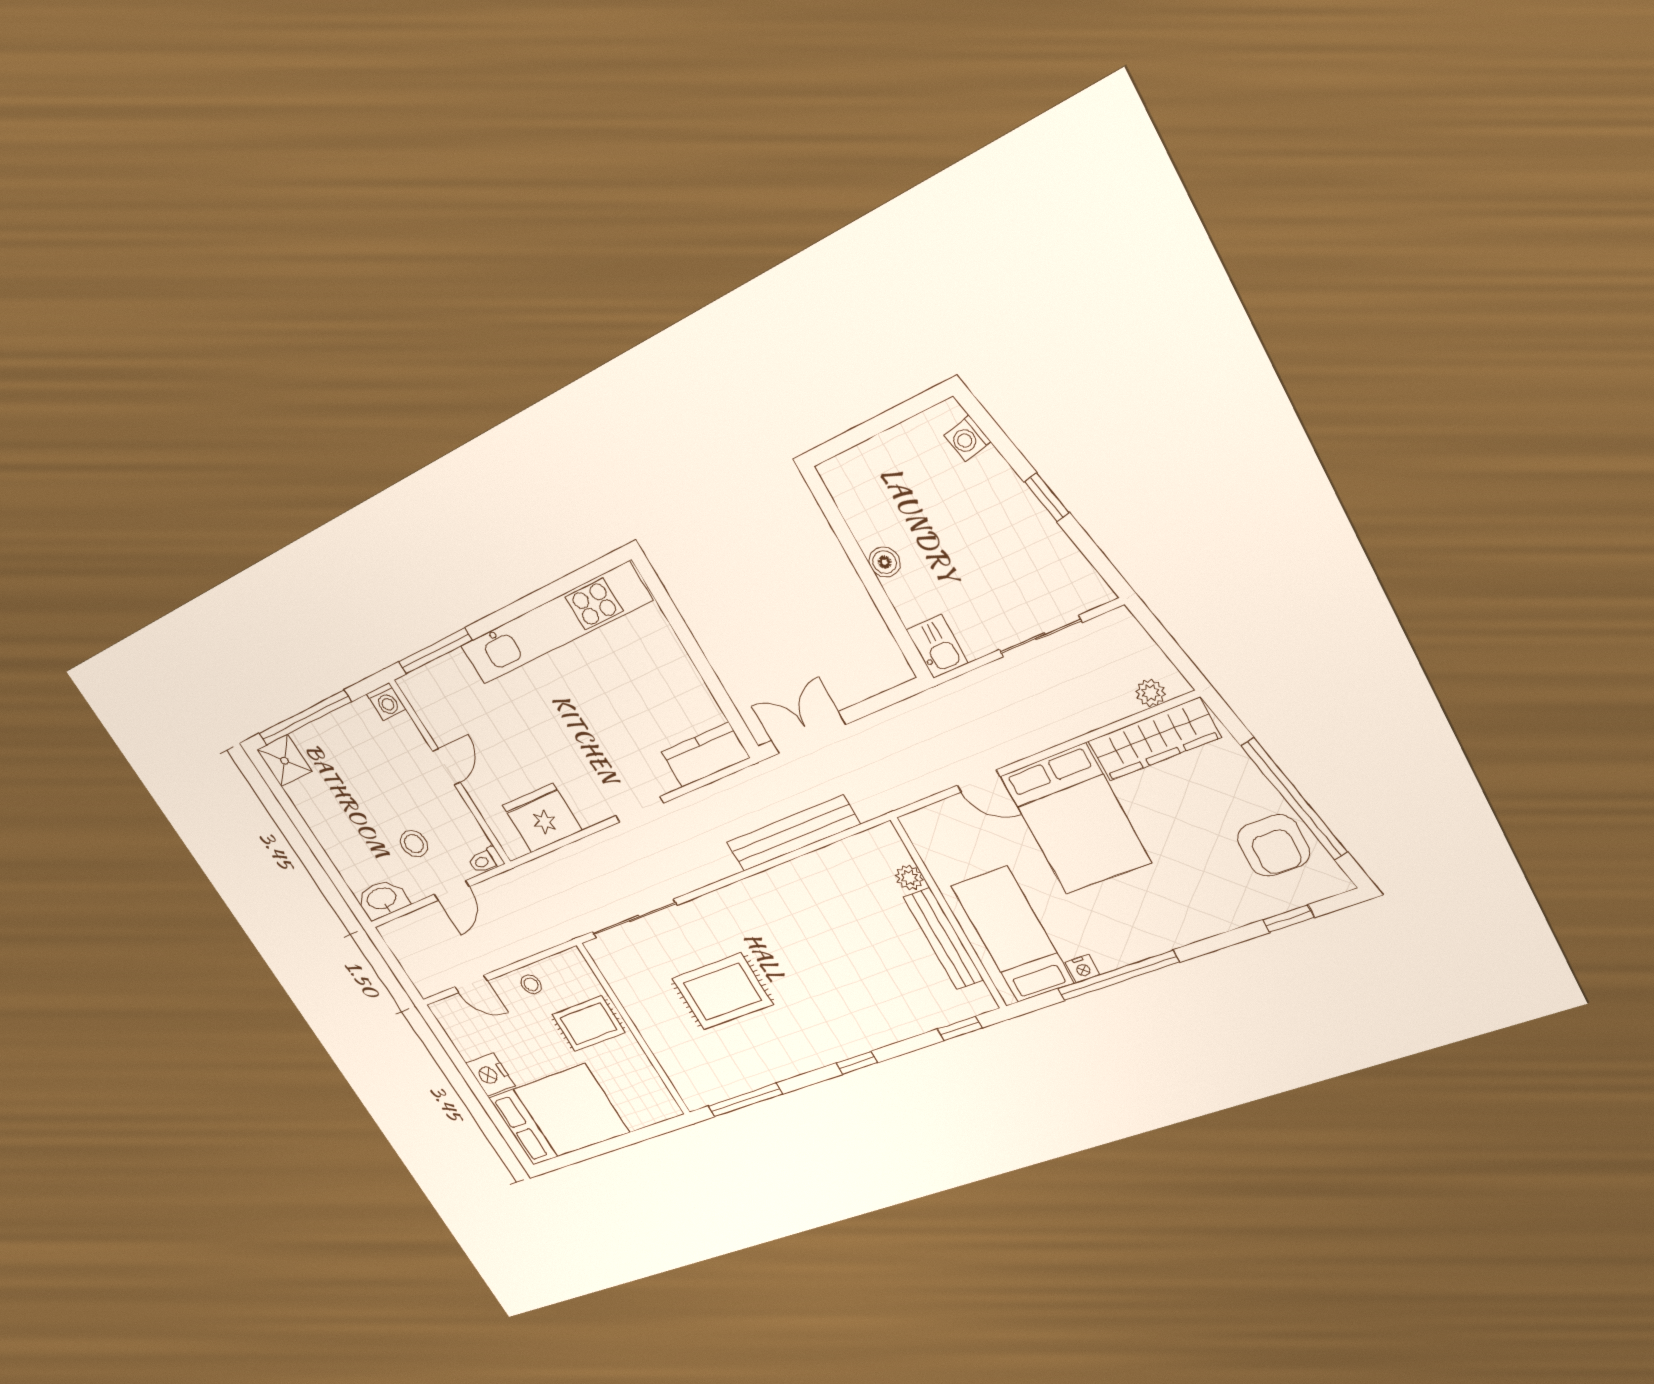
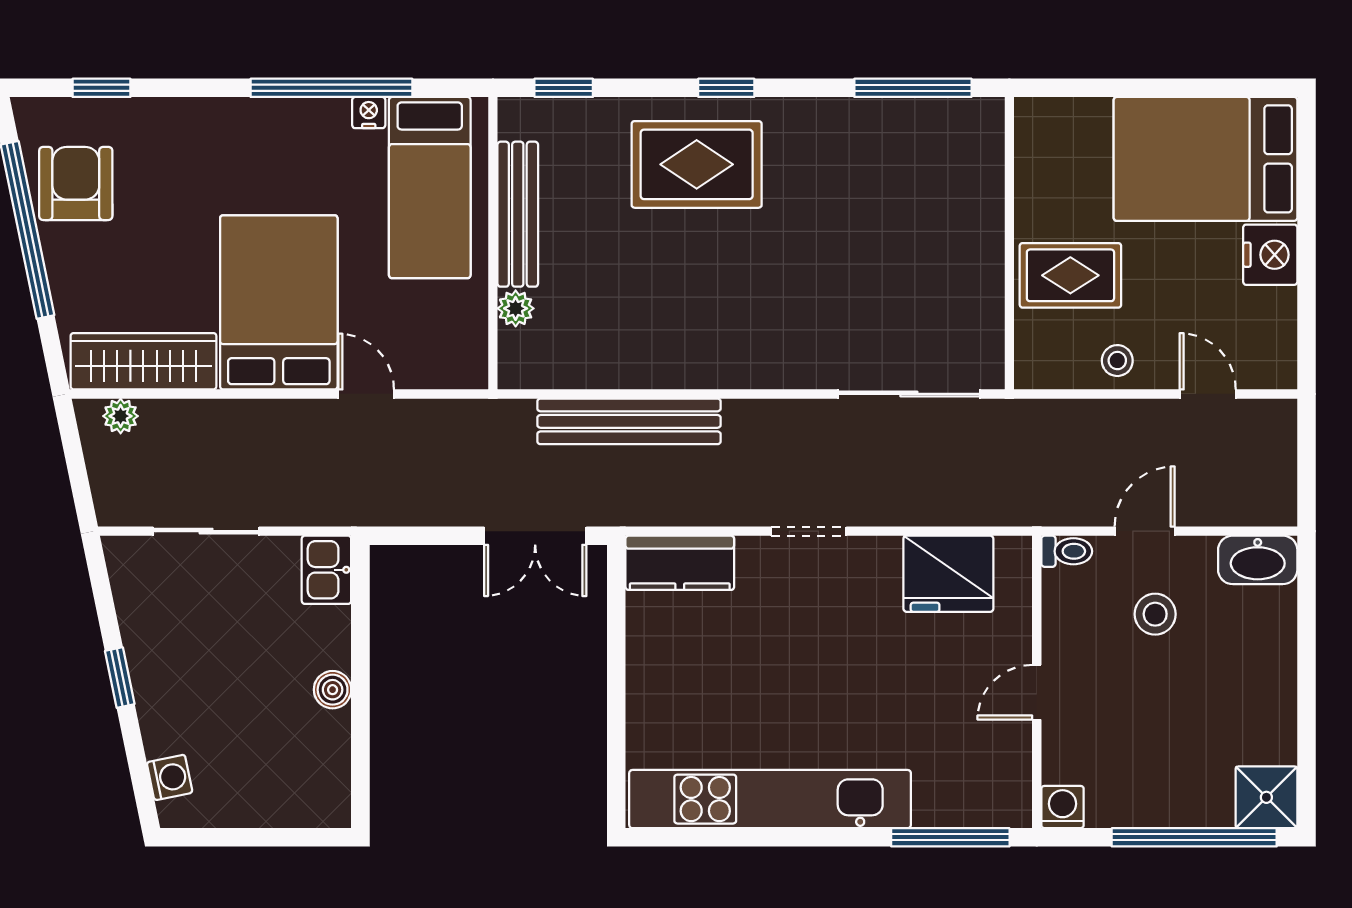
rug: (722, 992) -> (697, 164), moved

